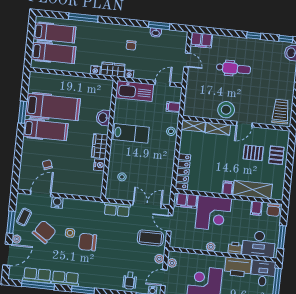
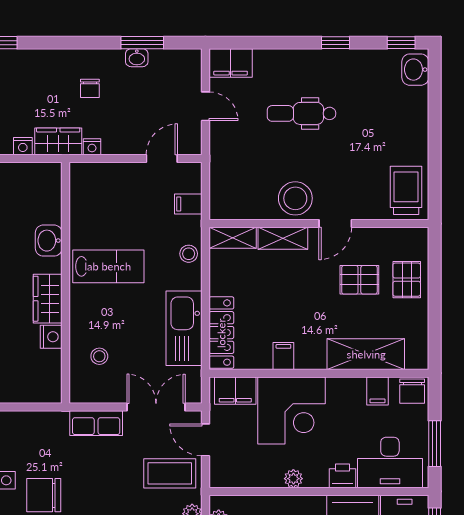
dental chair: (233, 68) -> (302, 113), turned 180
kitchen sink: (135, 91) -> (184, 328), moved, turned 90
filing cabinet: (228, 188) -> (283, 356), moved

